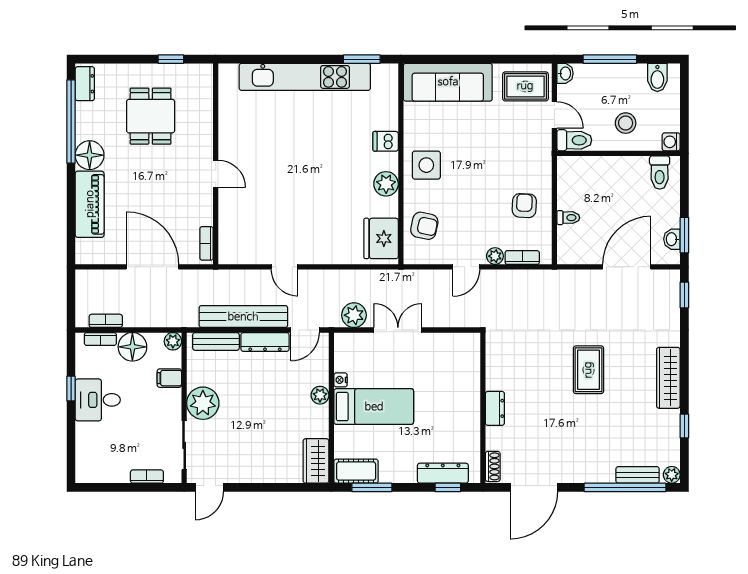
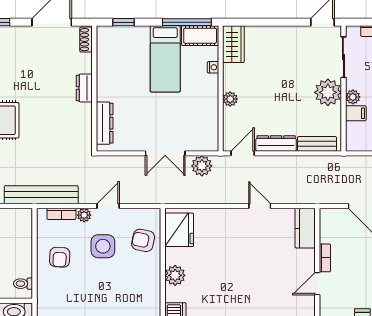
side table: (426, 165) -> (103, 246), moved
door: (216, 174) -> (317, 284), hinge flipped
toilet: (568, 218) -> (23, 284), moved
kitchen counter: (230, 240) -> (305, 228), added
bookcase: (206, 243) -> (325, 258), moved
bench: (243, 317) -> (41, 195), moved
plant: (173, 341) -> (353, 97), moved
nightstand: (341, 380) -> (213, 67), moved
bed: (374, 407) -> (165, 59), moved, turned -90
dresser: (443, 473) -> (105, 123), moved, turned -90
window: (372, 487) -> (187, 22), width x1.44

